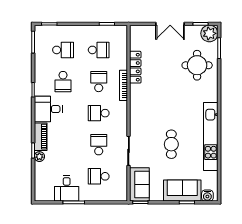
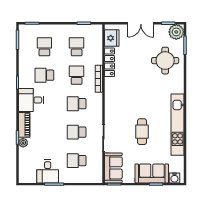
fridge: (138, 40) -> (112, 38), added
school desk: (63, 50) -> (44, 47), turned -90
school desk: (99, 50) -> (77, 47), turned -90
school desk: (63, 82) -> (44, 75), turned 90
school desk: (99, 145) -> (77, 132), turned -90

